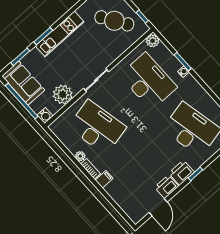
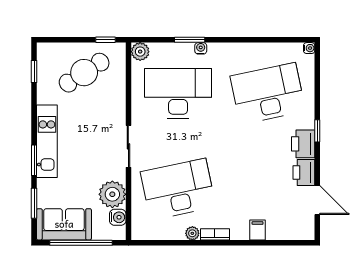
water cooler: (45, 116) -> (118, 217), moved
filing cabinet: (104, 179) -> (258, 230), moved

